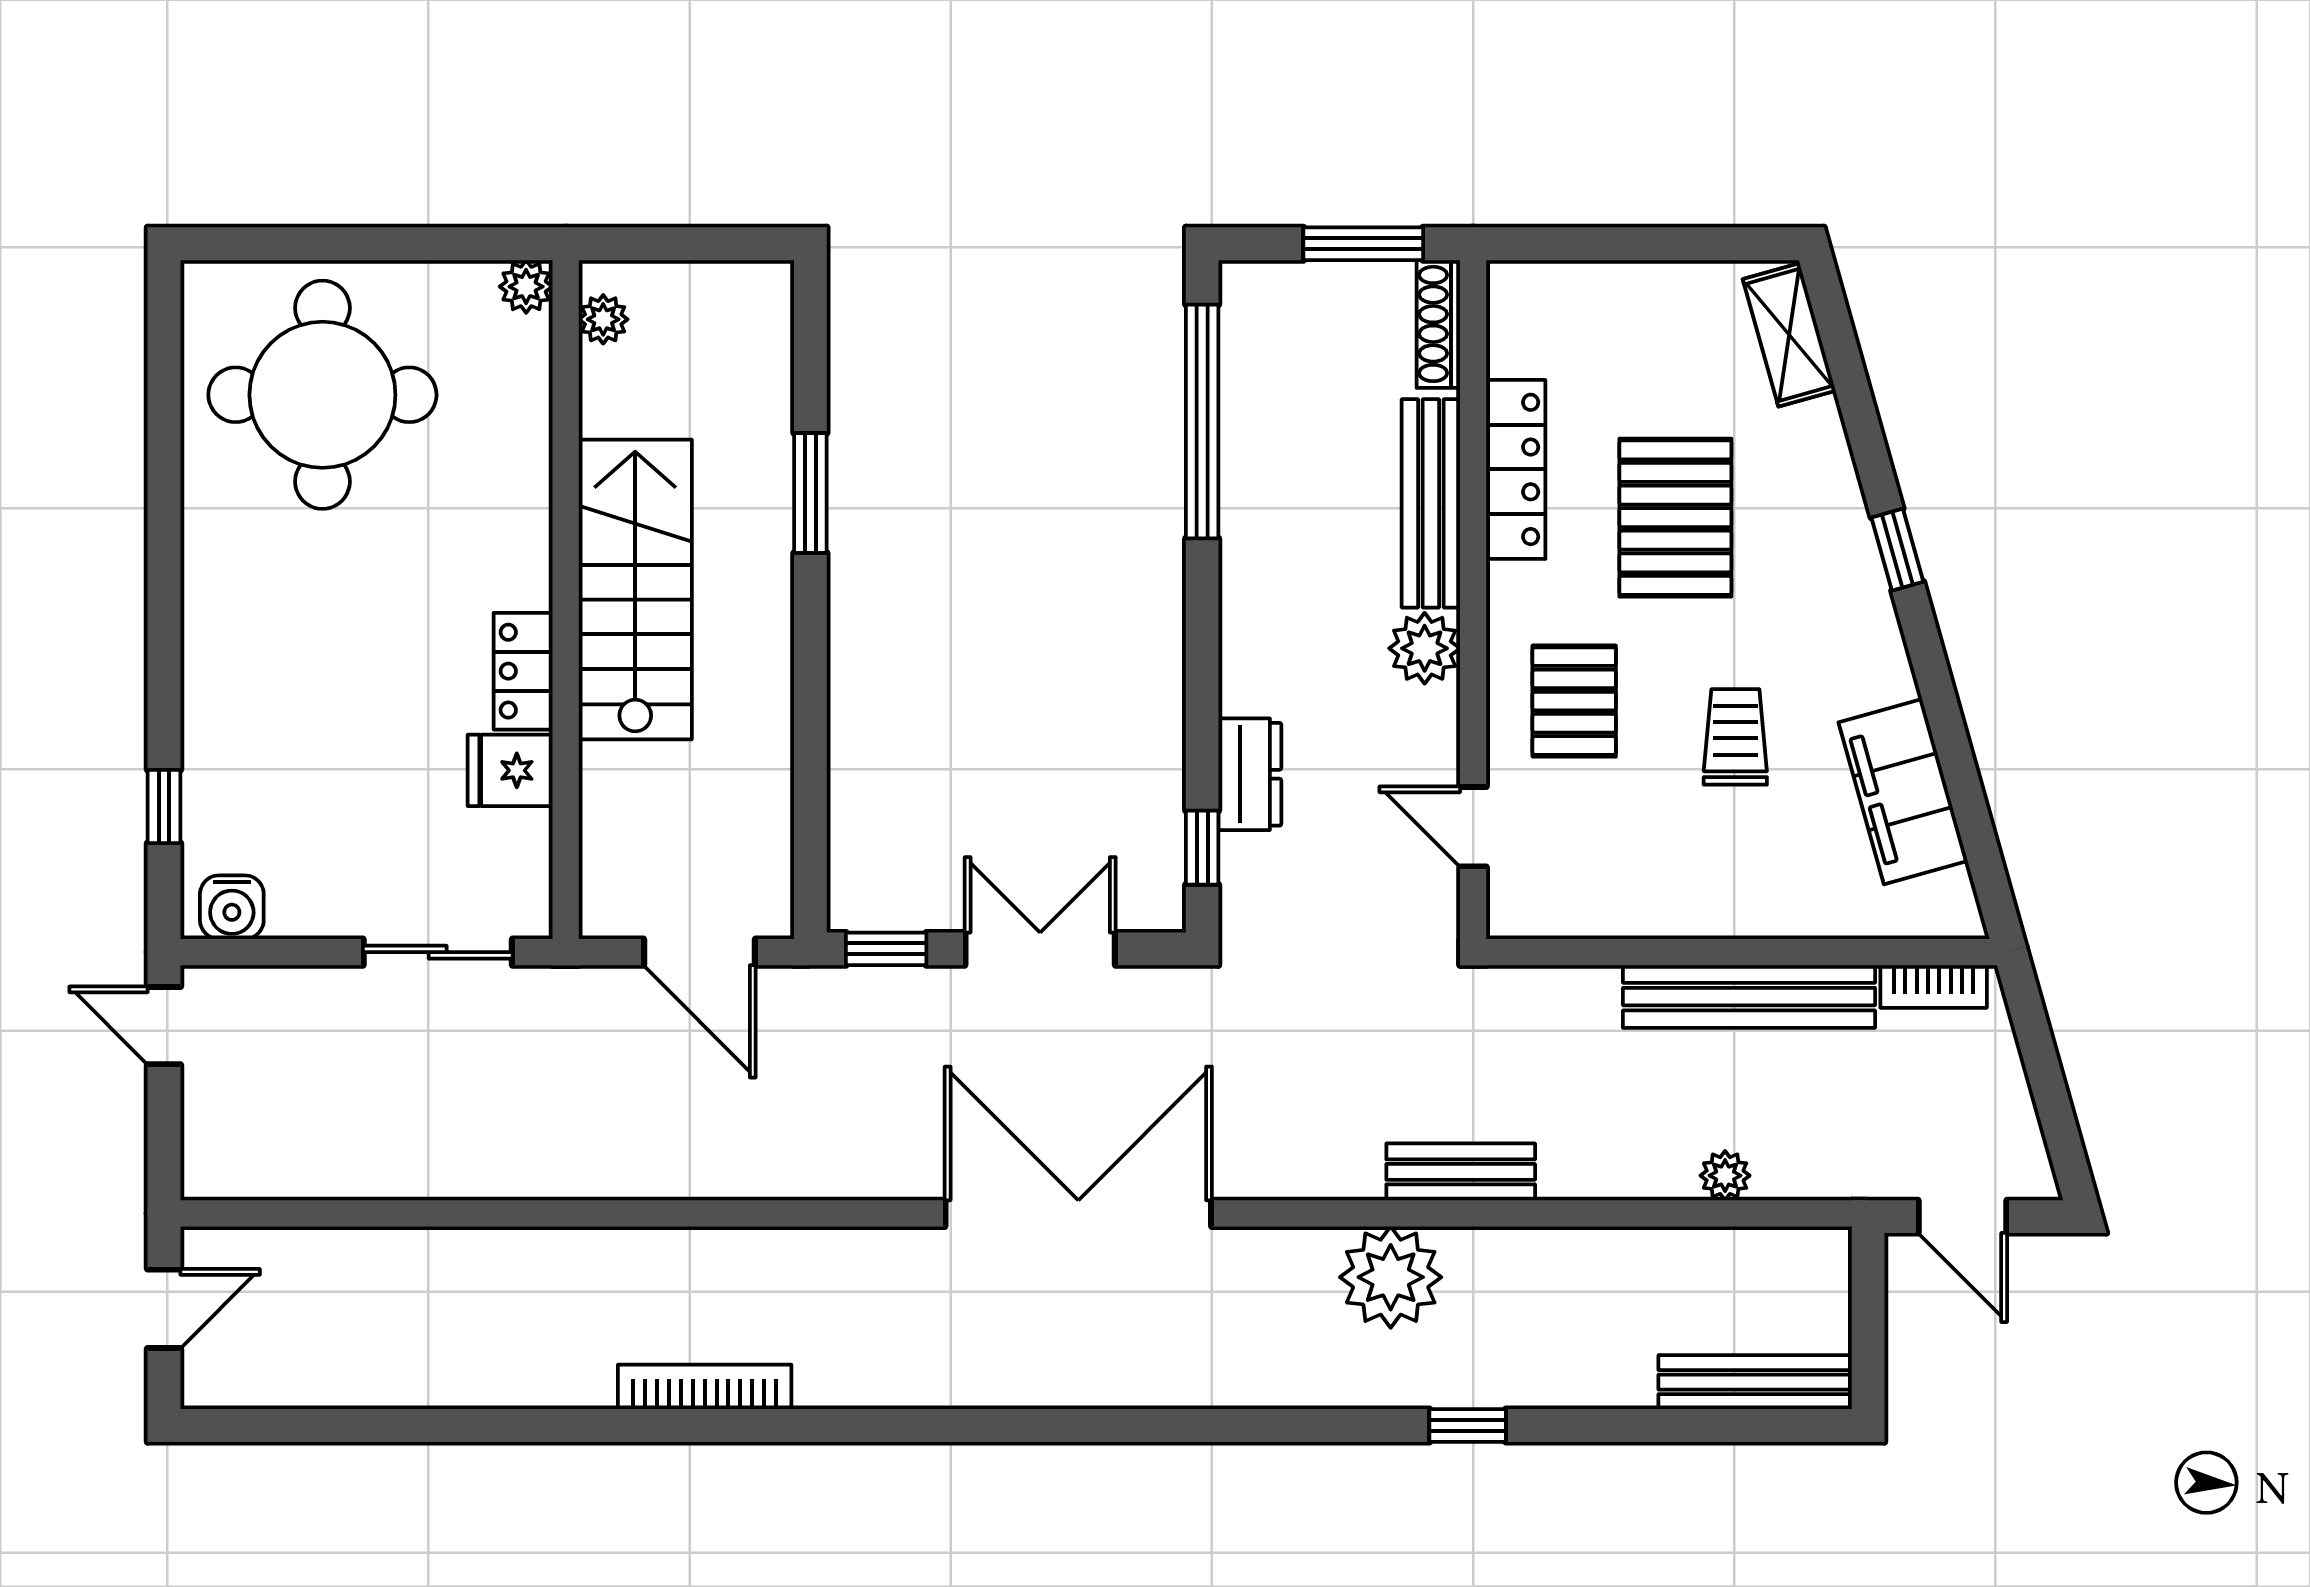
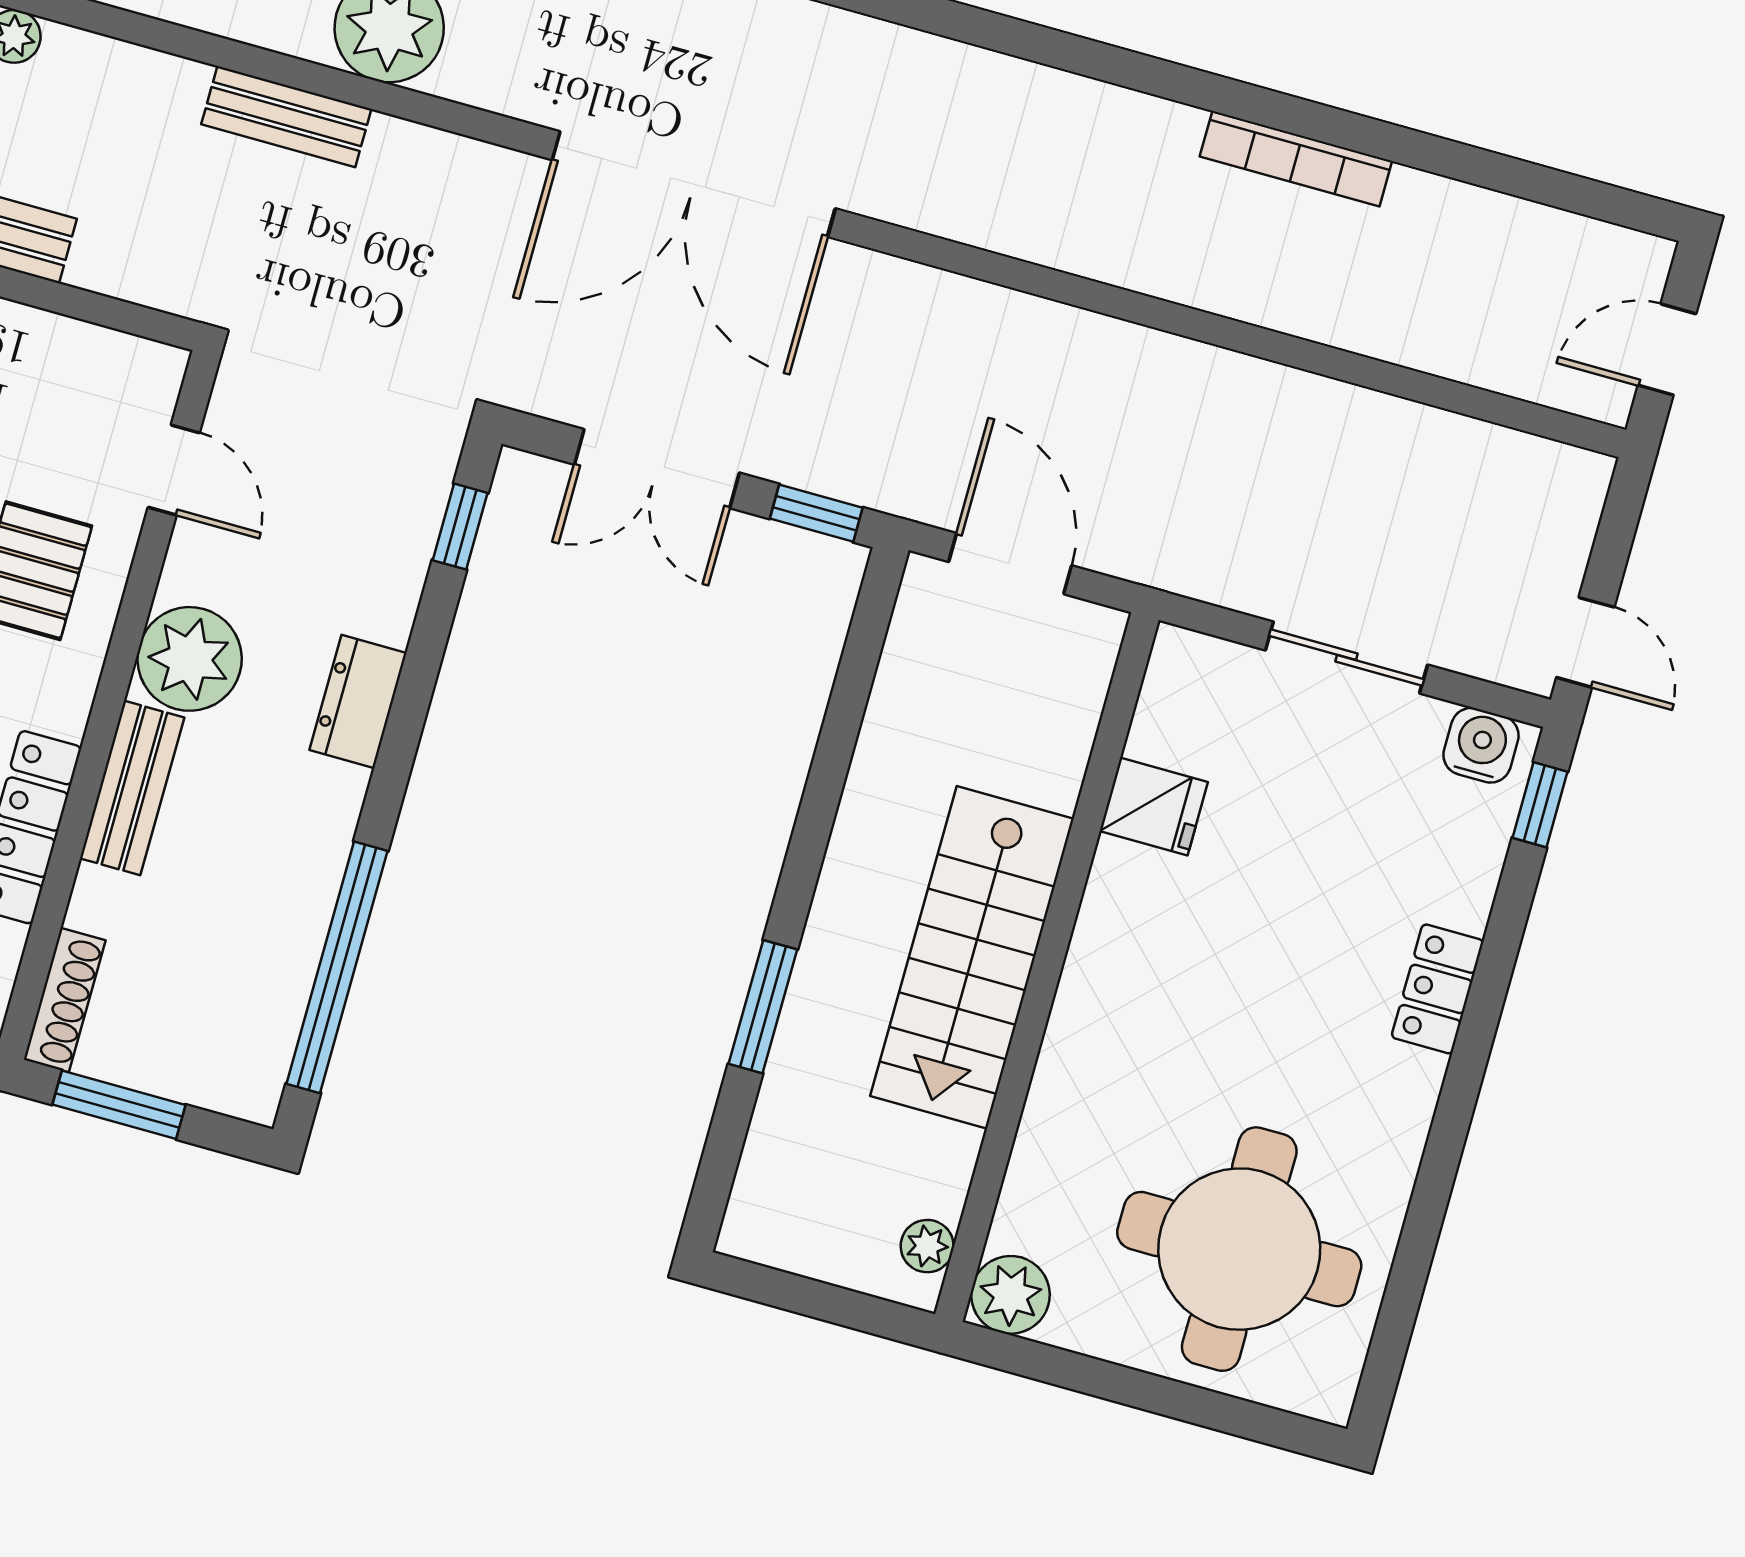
plant: (526, 287) -> (1011, 1295), width x1.38, depth x1.38
bench: (1431, 503) -> (132, 788), width x0.73
plant: (1425, 648) -> (190, 659), width x1.36, depth x1.36
locker: (523, 671) -> (1437, 989), moved, turned 180
dresser: (1250, 774) -> (358, 701), moved
window: (164, 806) -> (1540, 805), moved
sliding door: (438, 952) -> (1346, 658), moved
bookcase: (705, 1387) -> (1296, 159), moved

